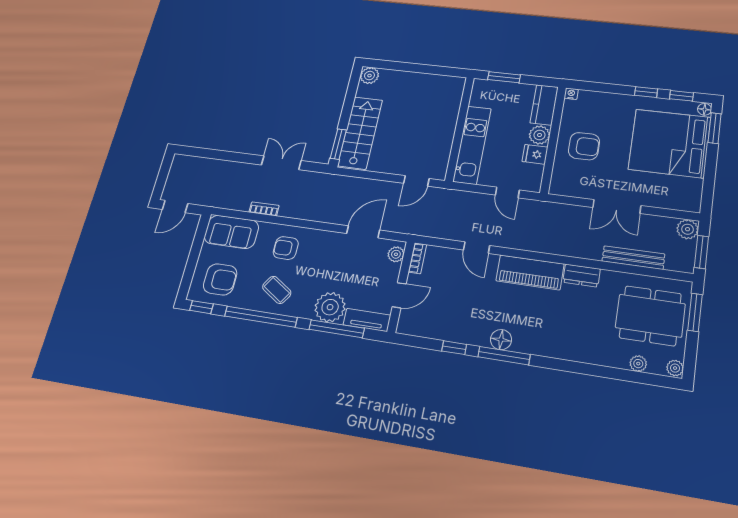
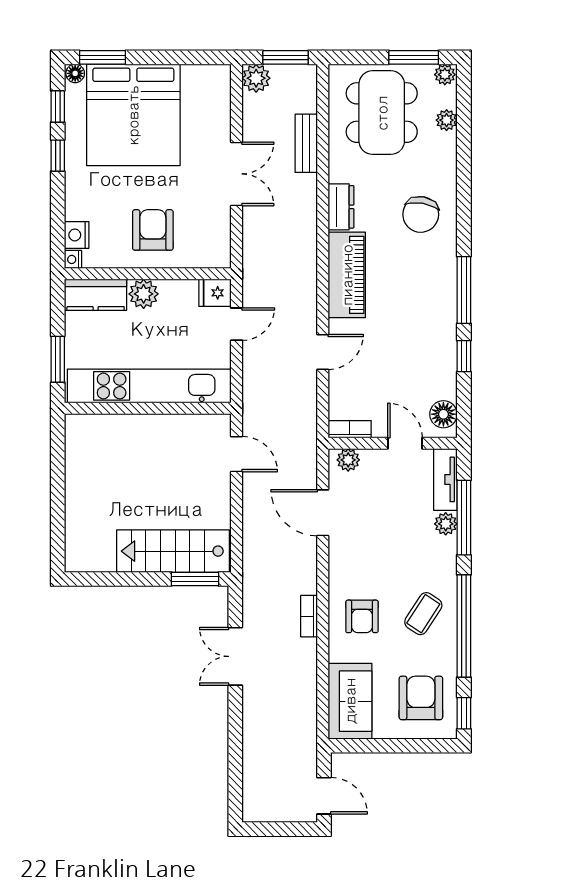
plant: (369, 76) -> (79, 558), removed
nightstand: (588, 98) -> (77, 235), added
kitchen unit: (472, 145) -> (149, 386), width x1.36
fridge: (535, 154) -> (215, 293), moved, turned 90
bookcase: (264, 209) -> (309, 616), moved
bench: (633, 258) -> (306, 143), width x0.73
plant: (330, 307) -> (446, 524), width x0.53, depth x0.53
window: (695, 312) -> (414, 57), moved
chair: (567, 333) -> (421, 214), added
floor lamp: (501, 340) -> (443, 414), moved

